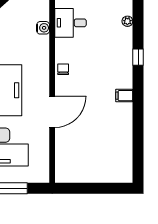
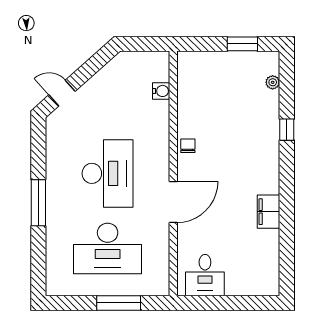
desk: (71, 23) -> (205, 275), moved, turned -90
filing cabinet: (124, 96) -> (268, 212), moved, width x2.00

